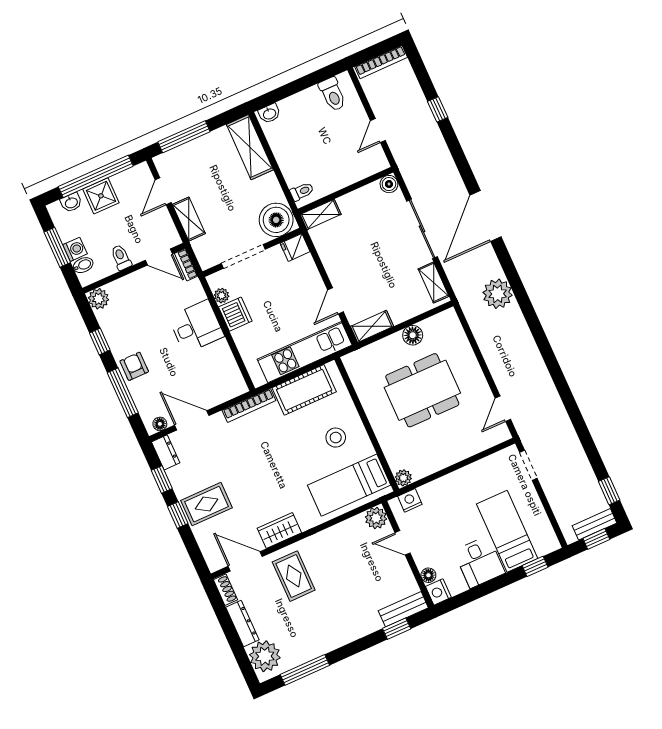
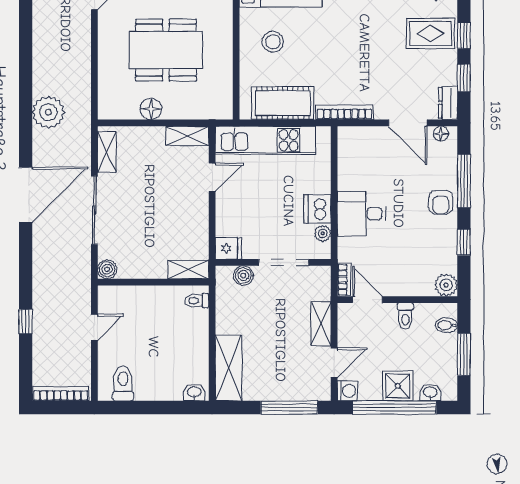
boiler: (276, 220) -> (243, 276), width x0.54, depth x0.54
washing machine: (75, 249) -> (347, 391), moved, turned 180

